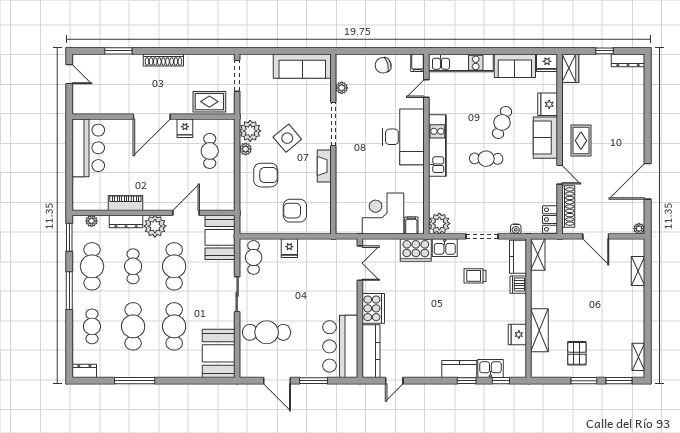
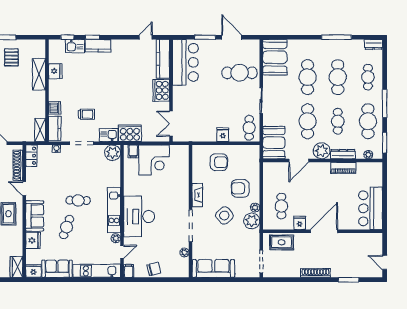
plant: (435, 107) -> (116, 238), added

